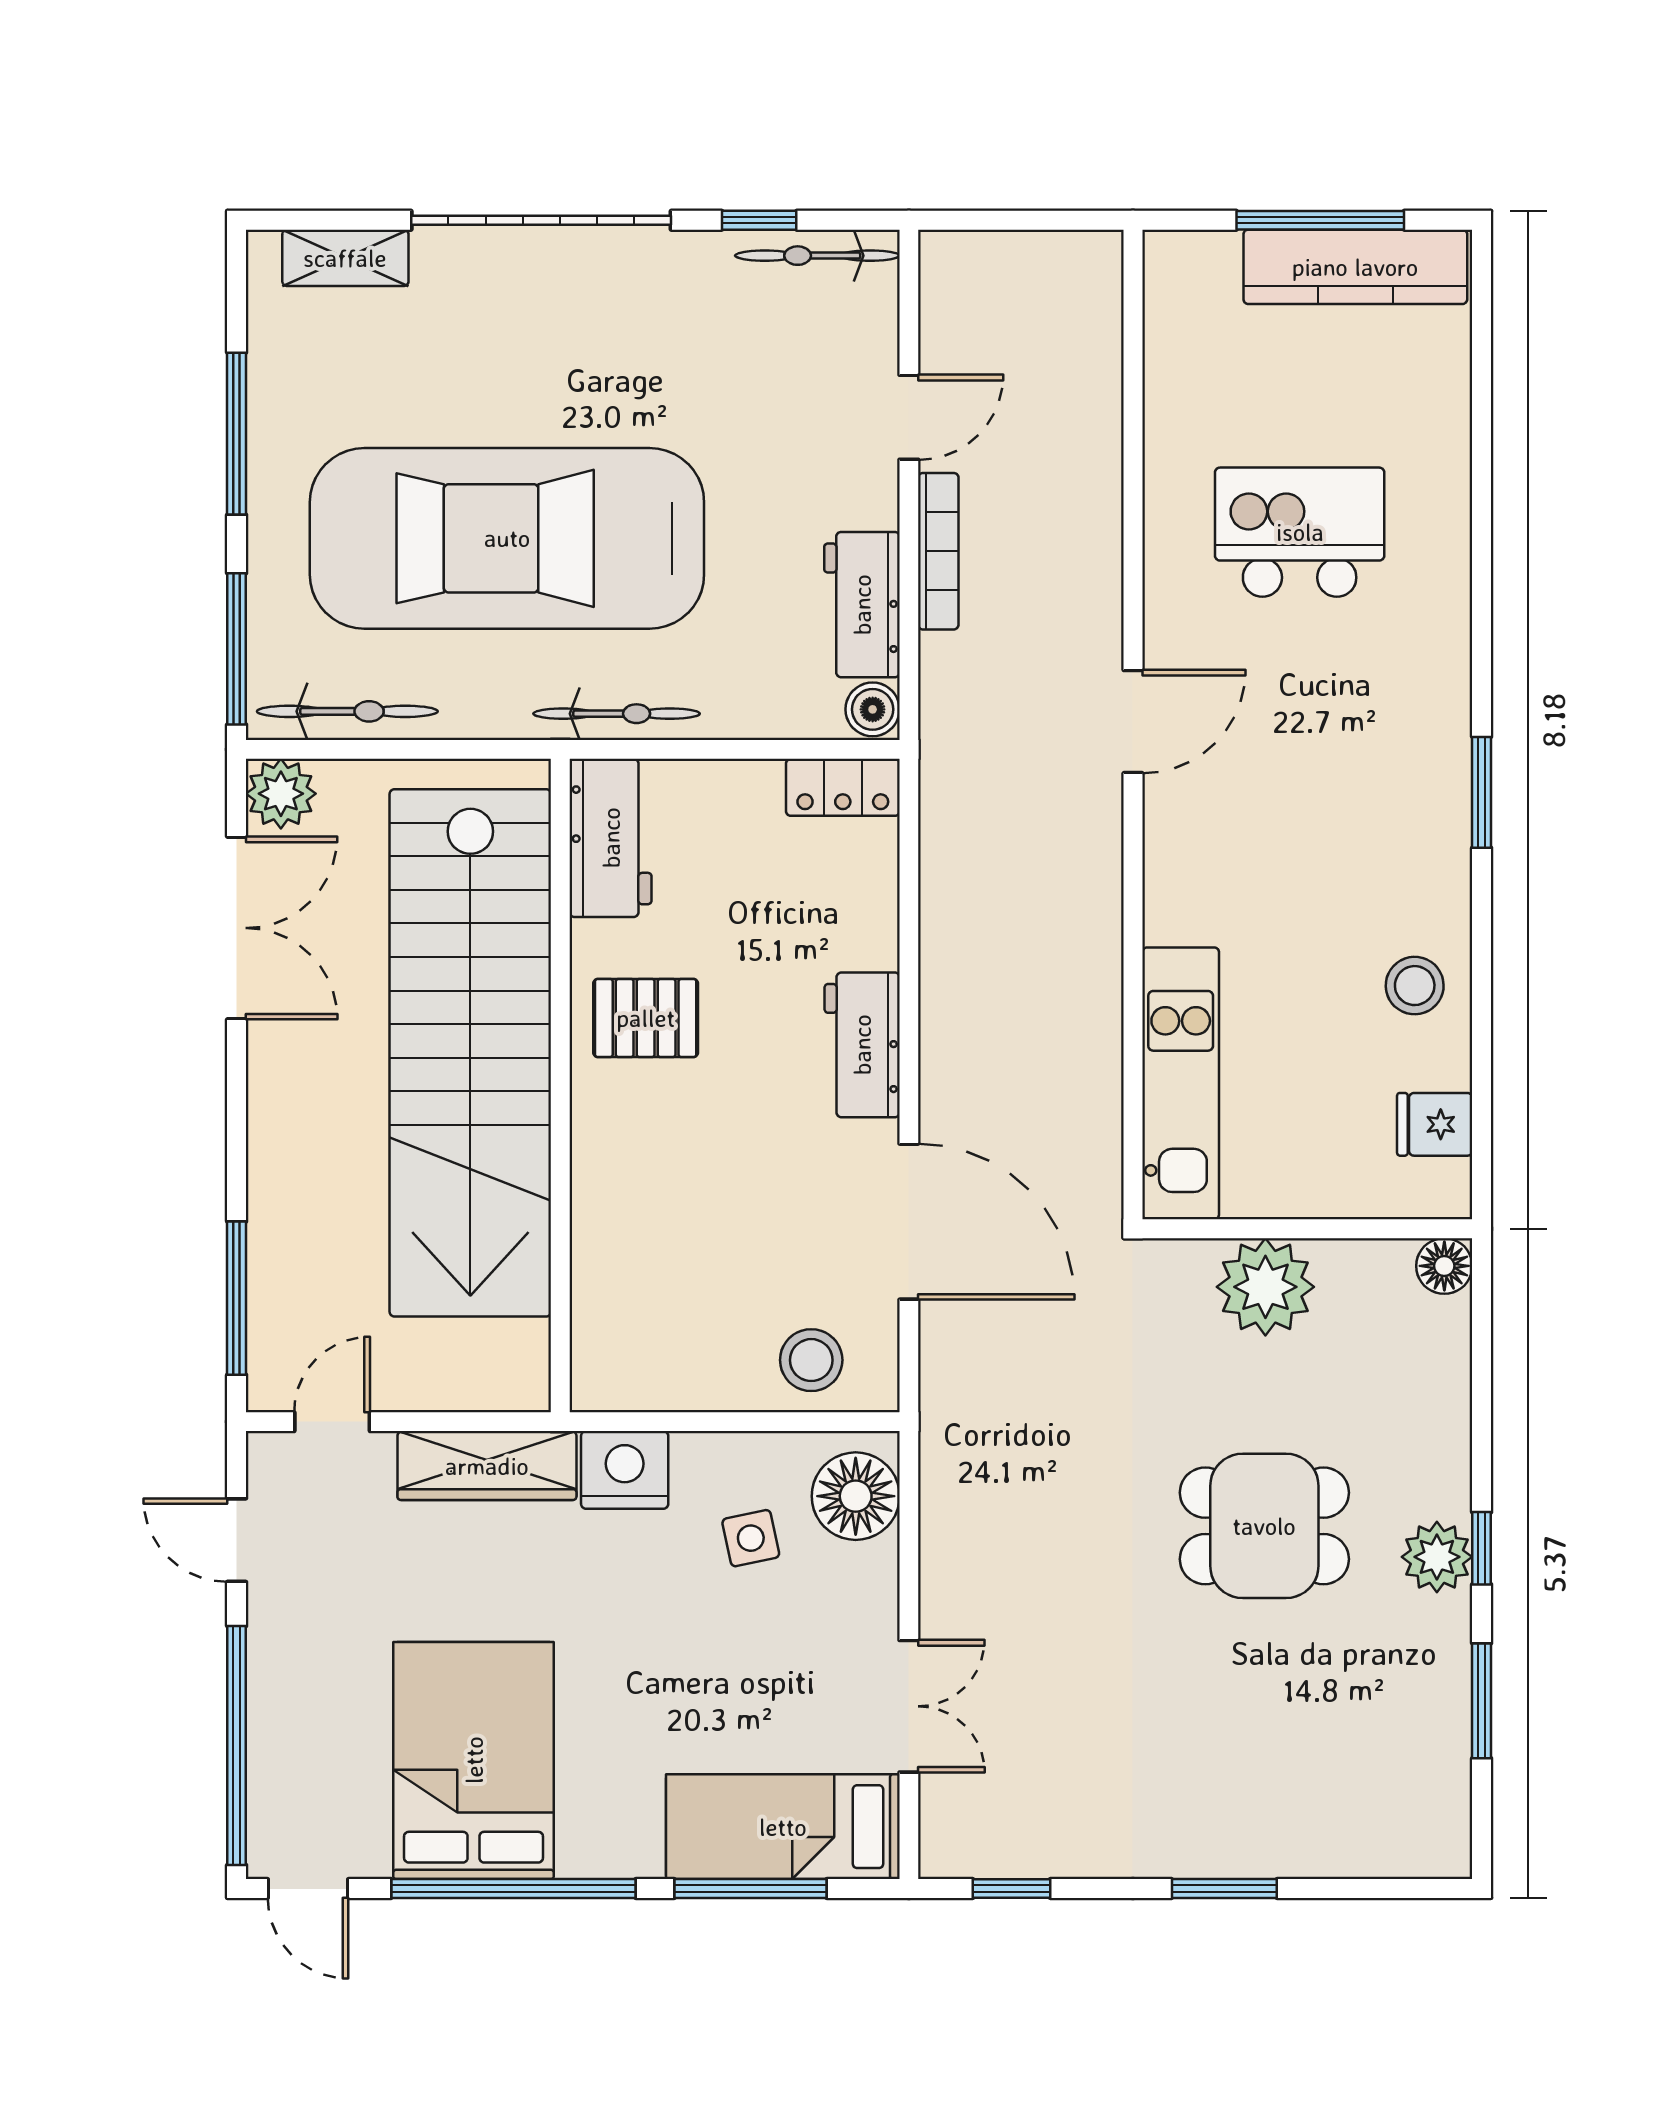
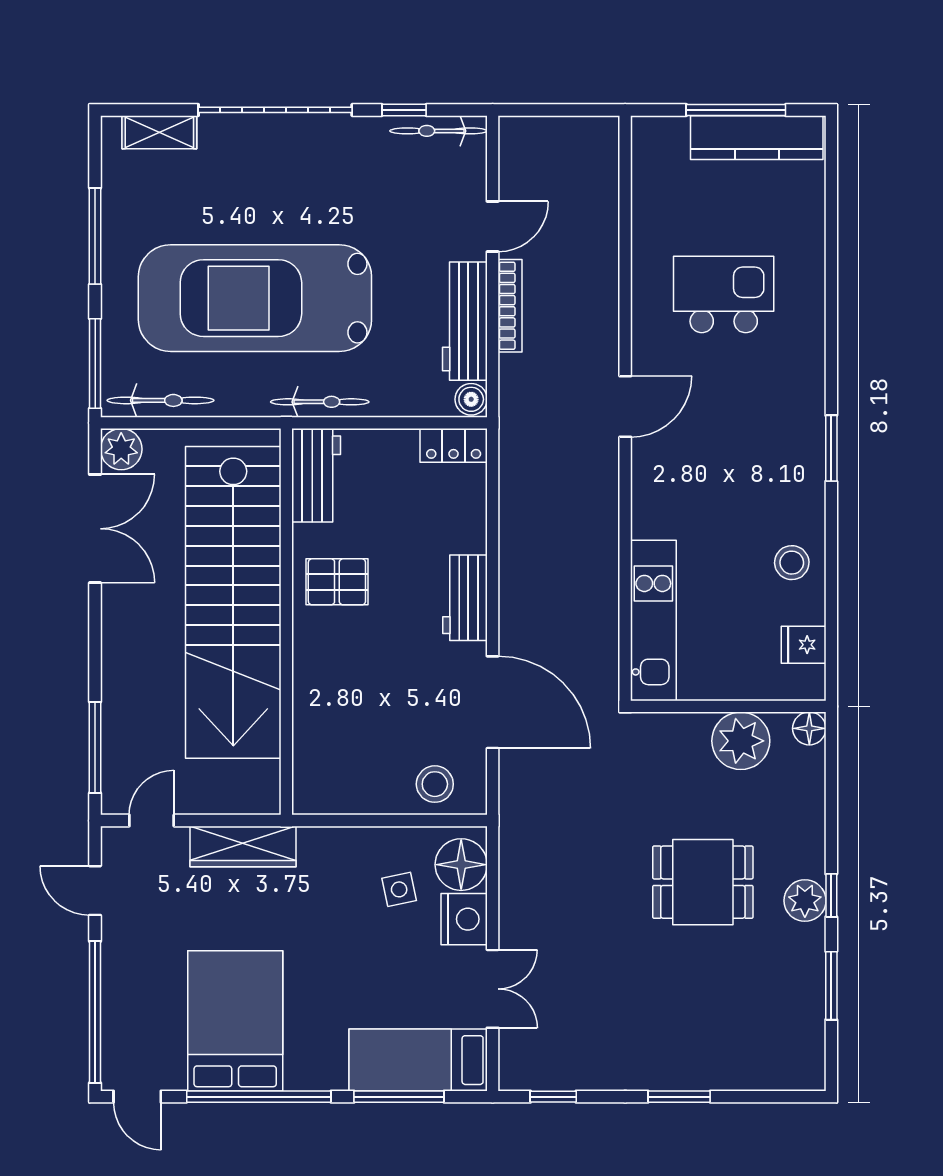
workbench: (862, 605) -> (465, 321), width x1.38
plant: (1265, 1287) -> (741, 741), moved
nightstand: (625, 1470) -> (464, 919), moved, turned 90

